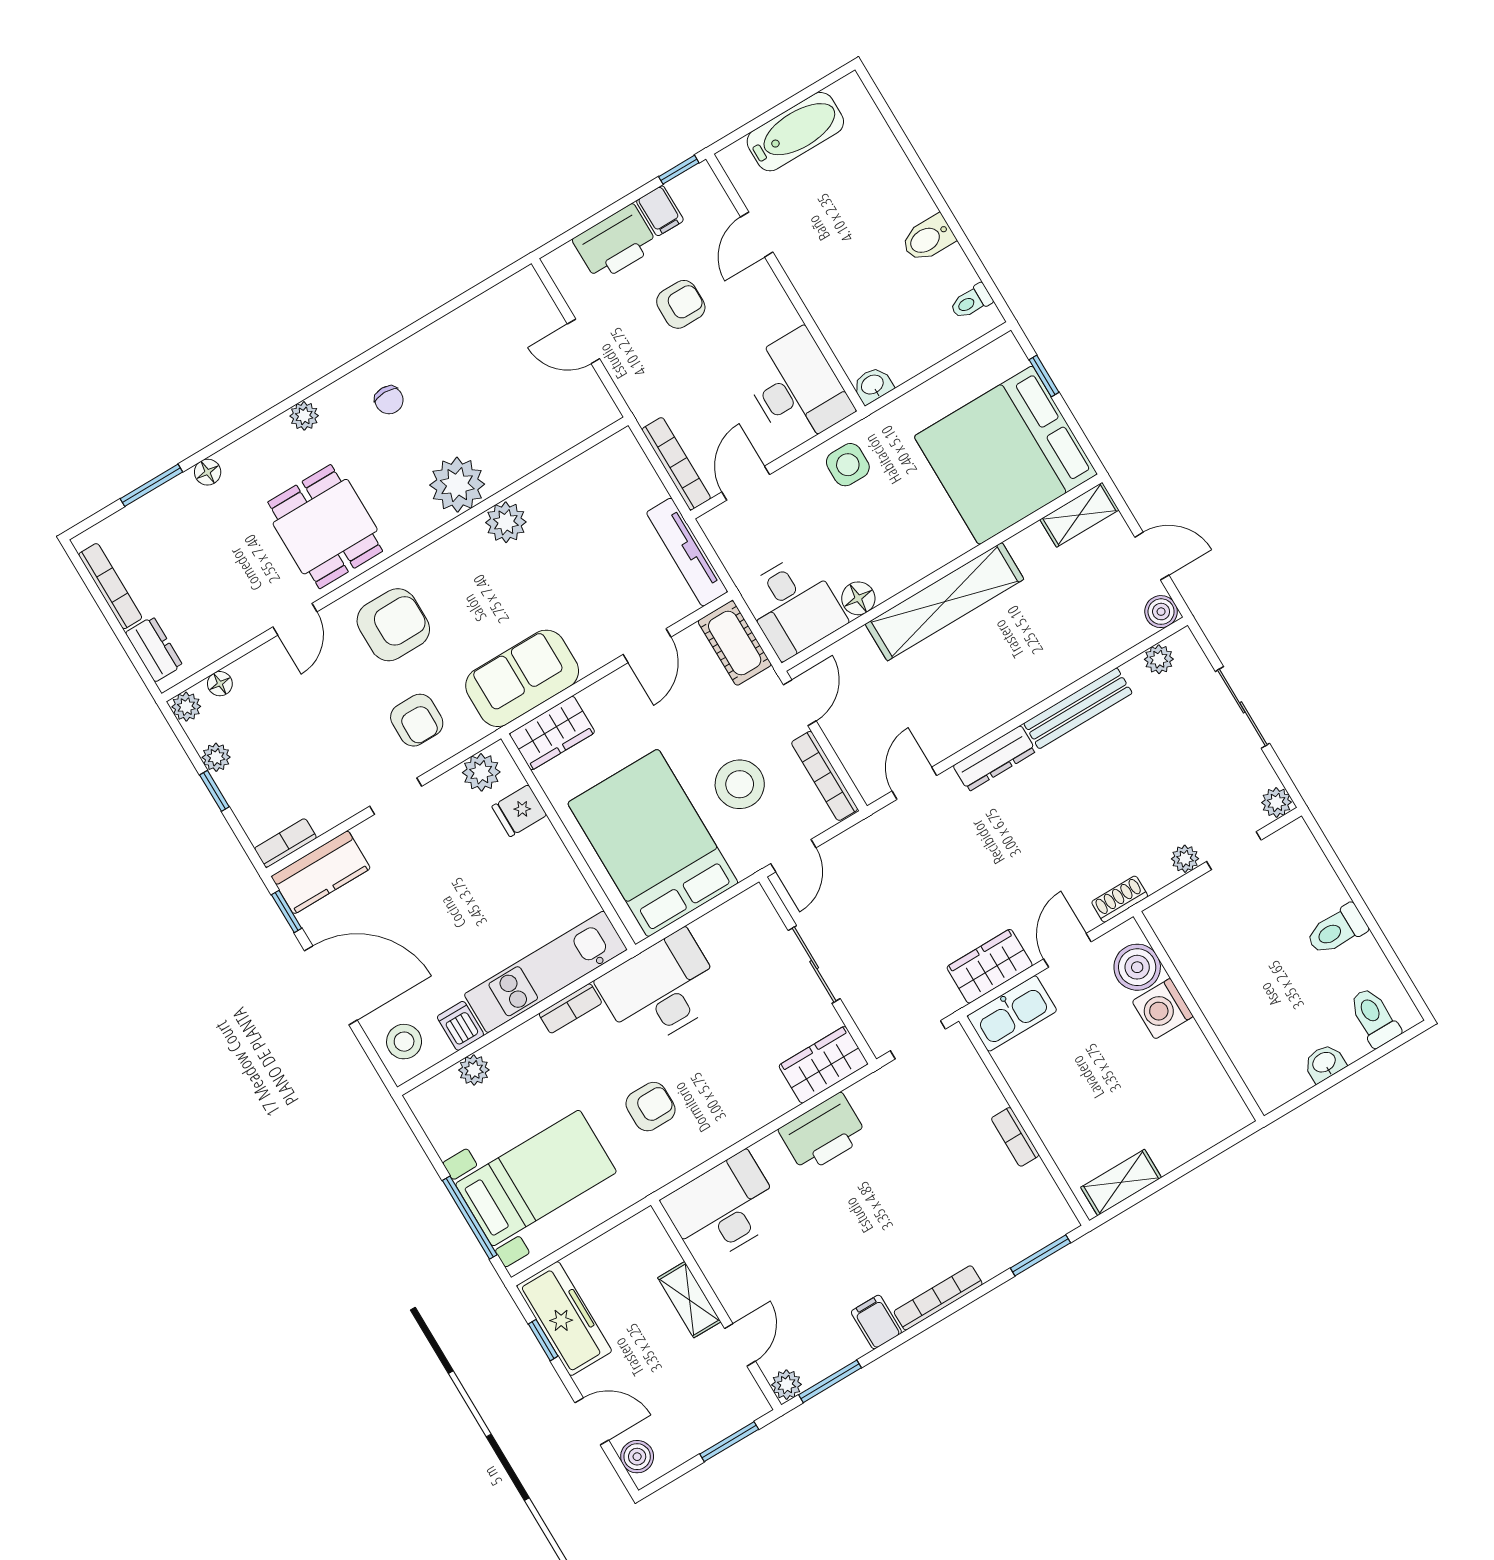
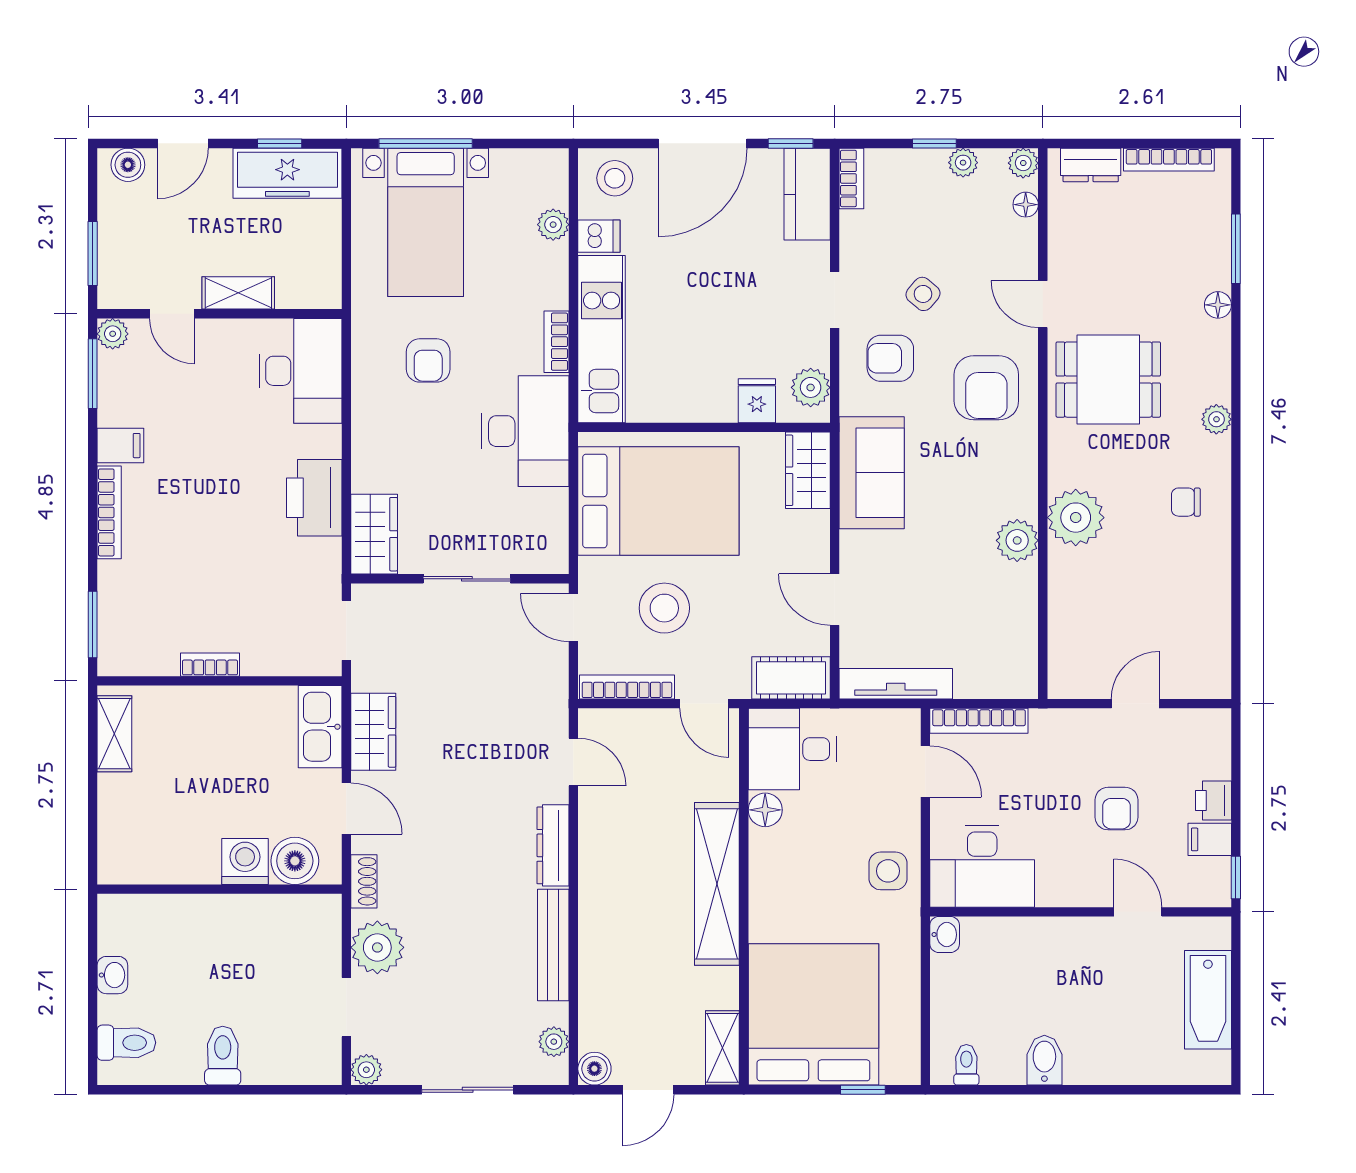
printer: (615, 243) -> (1213, 800), width x0.53, depth x0.68
side table: (346, 725) -> (923, 294), added
plant: (1185, 859) -> (377, 947), width x1.88, depth x1.88

